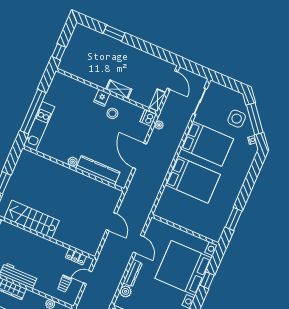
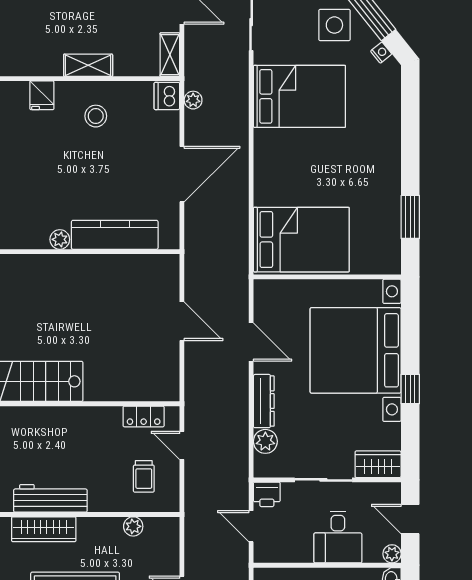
fridge: (102, 98) -> (42, 95), moved
door: (140, 156) -> (182, 174), swing flipped
bed: (193, 180) -> (301, 240), moved
door: (88, 277) -> (182, 446), hinge flipped
window: (207, 280) -> (410, 389), moved

